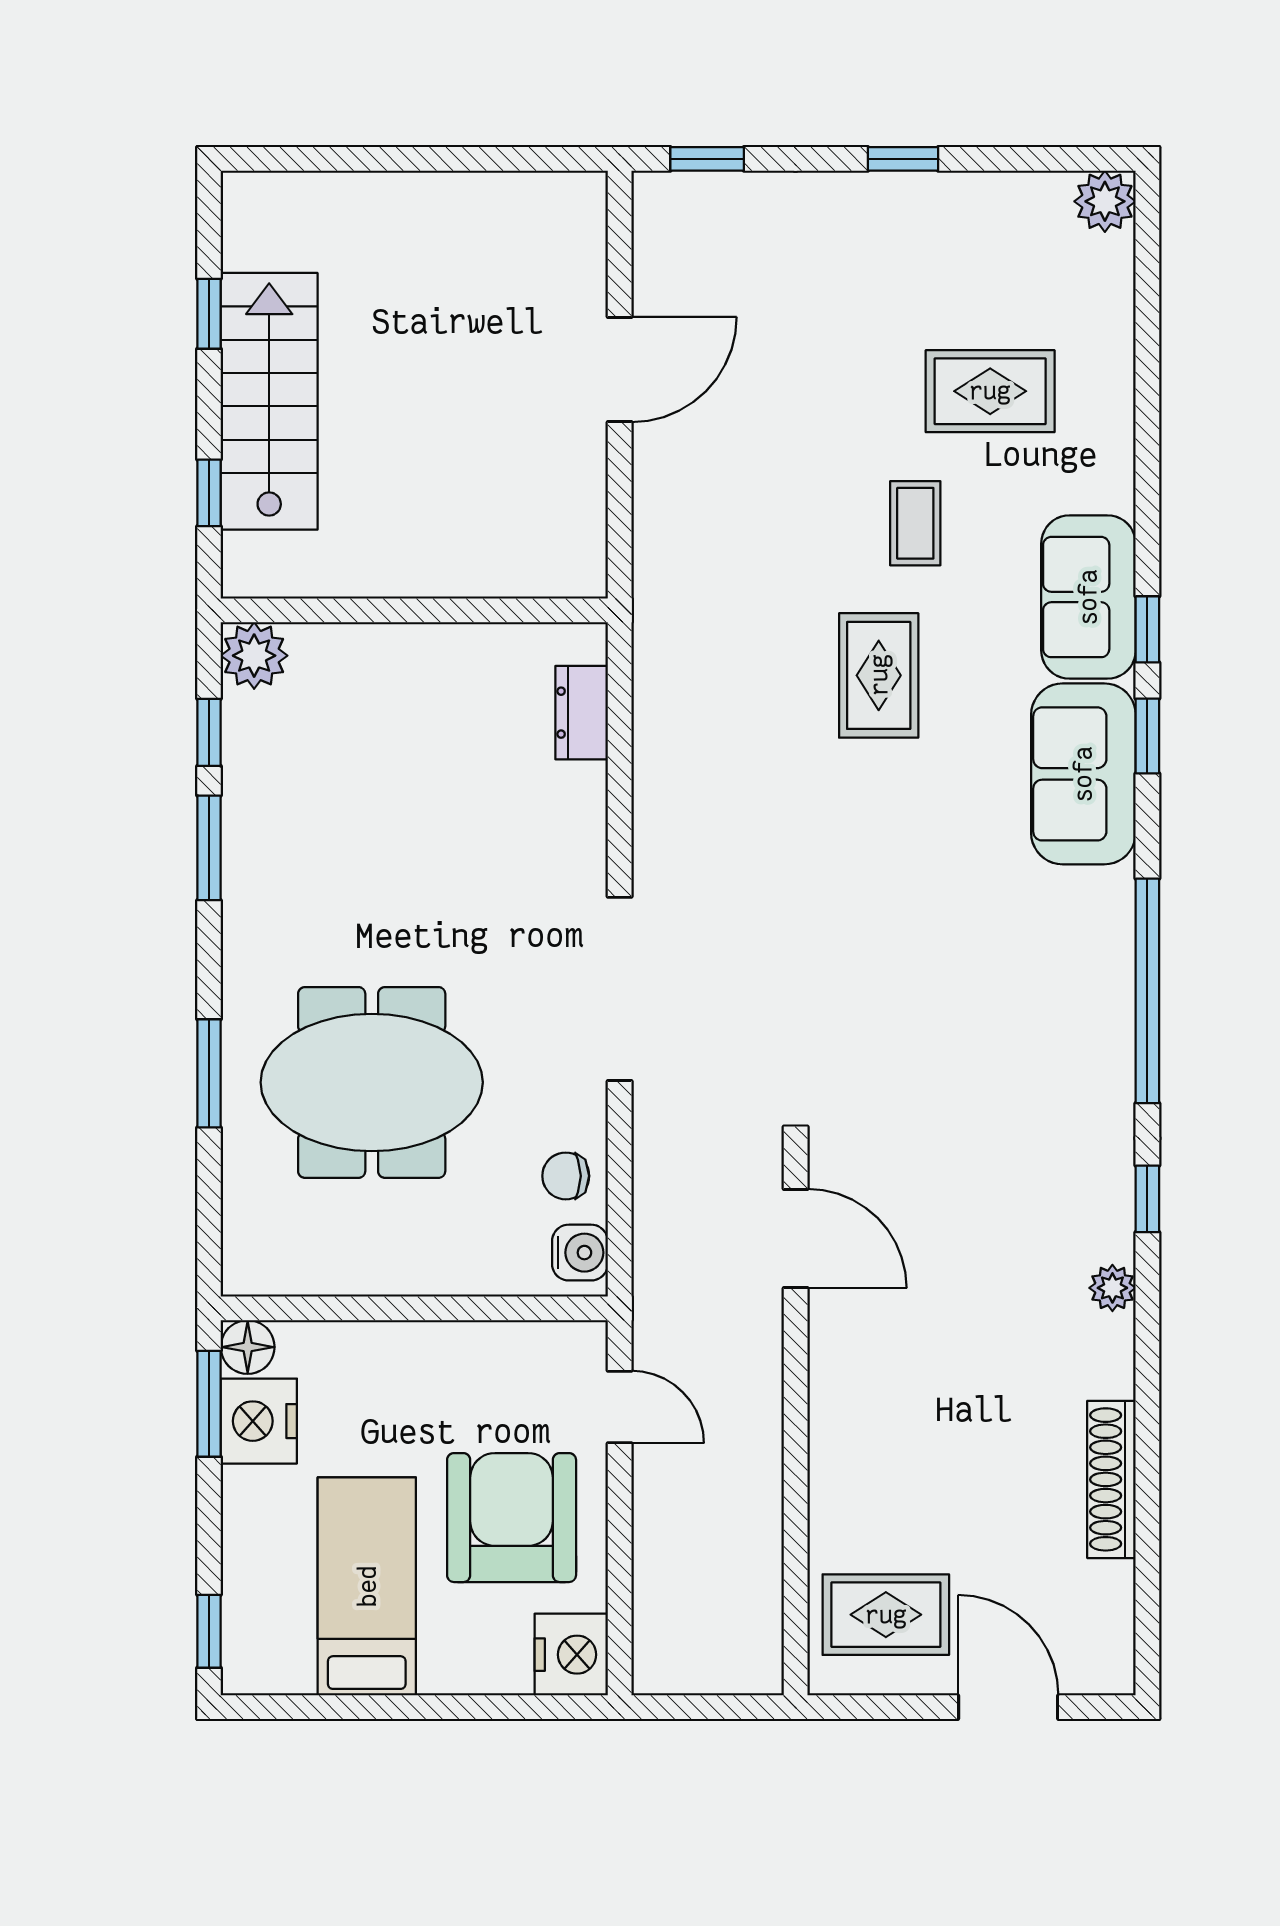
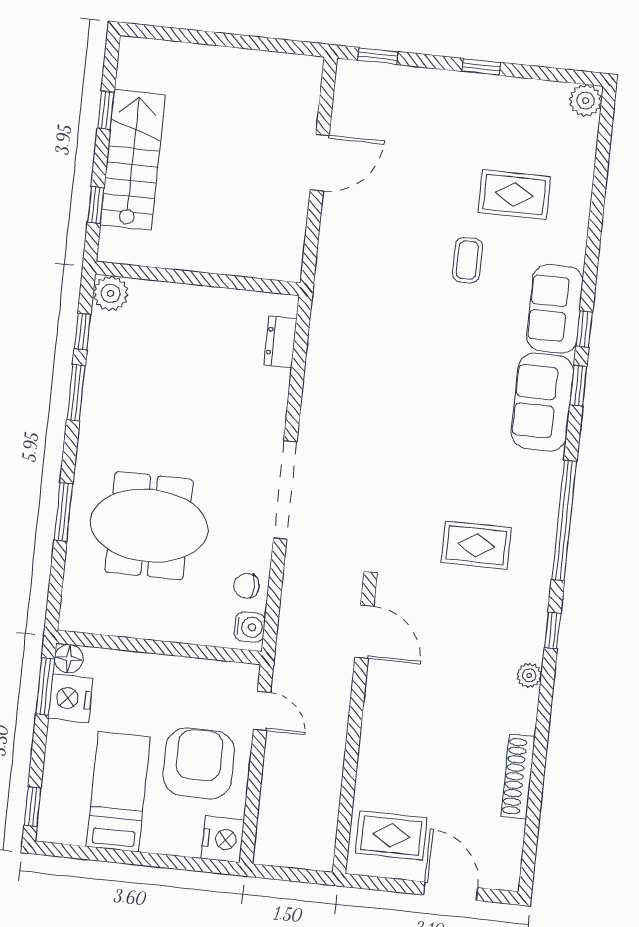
rug: (879, 675) -> (476, 545), moved, turned 90

